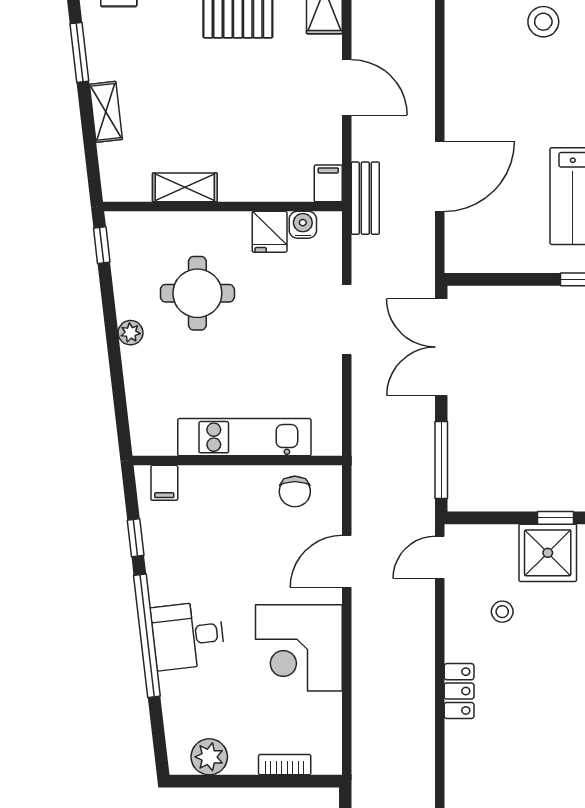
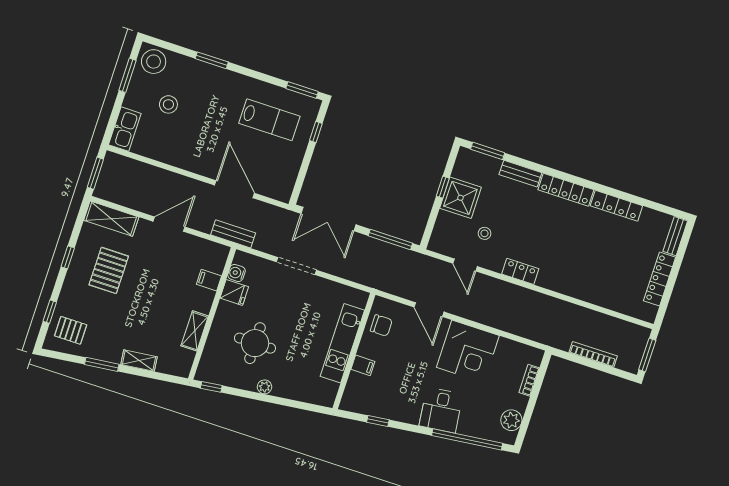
filing cabinet: (328, 183) -> (209, 280), moved
filing cabinet: (164, 483) -> (363, 365), moved
door: (440, 557) -> (465, 265), moved
window: (147, 636) -> (467, 439), moved

